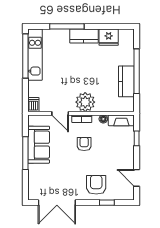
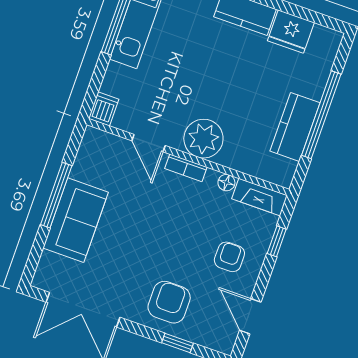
armchair: (84, 144) -> (229, 257), moved
sofa: (39, 145) -> (76, 220), moved

